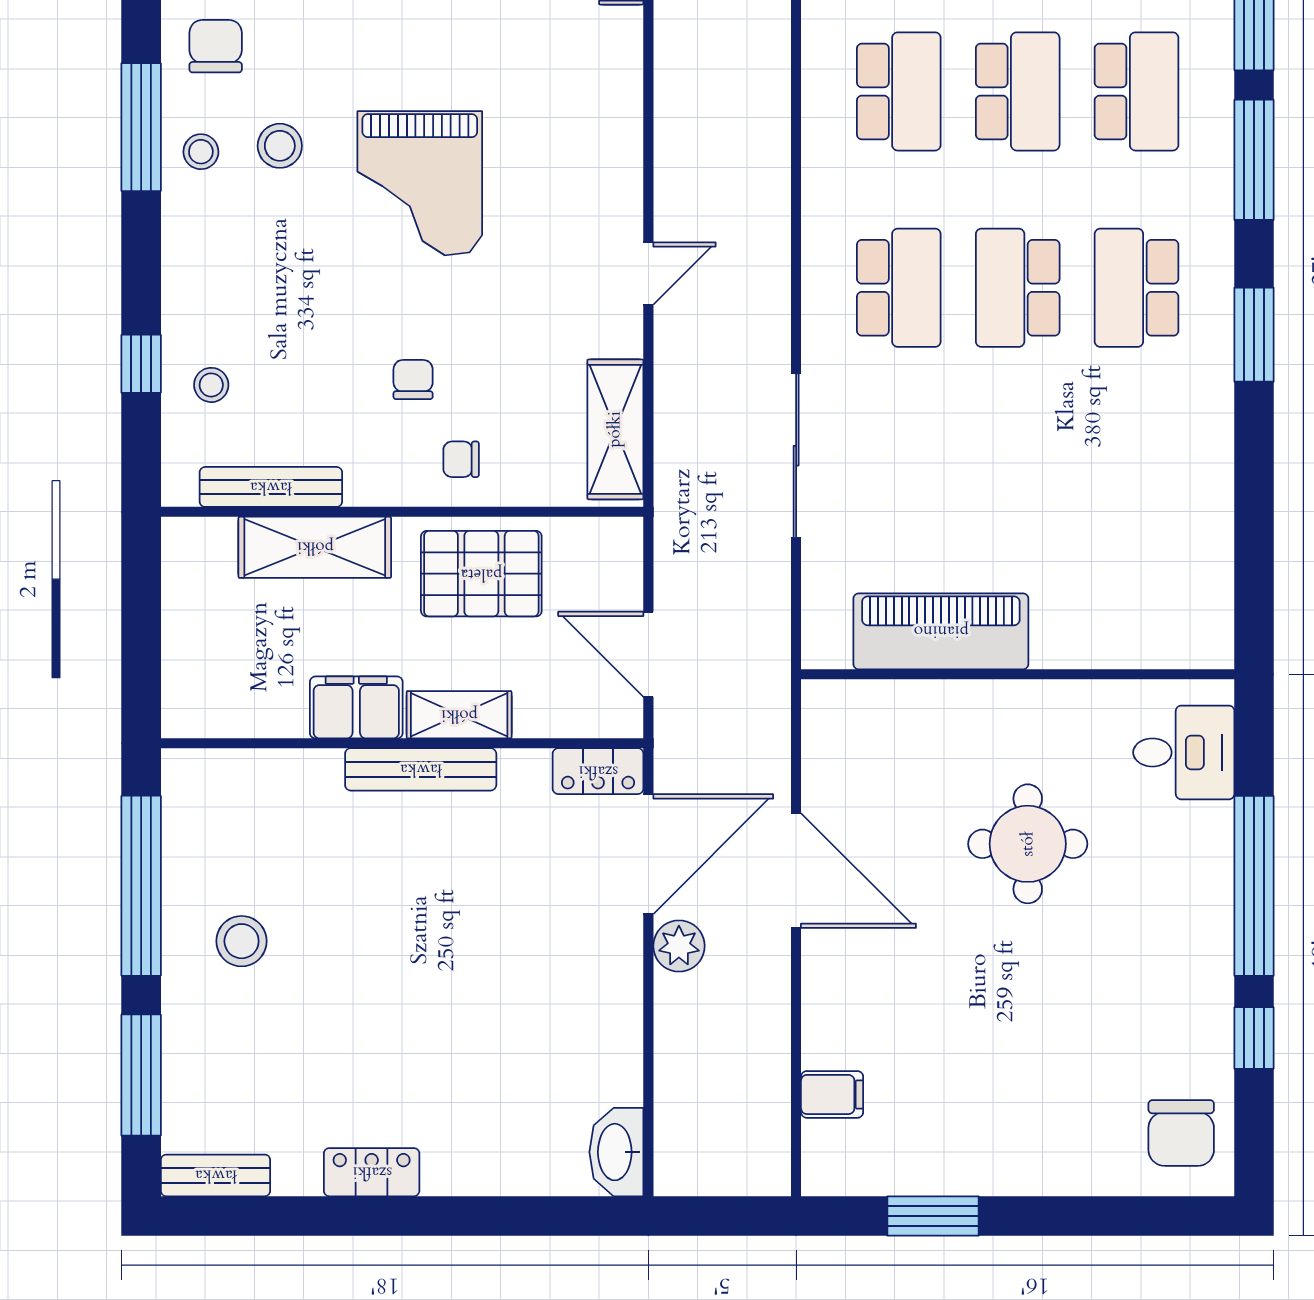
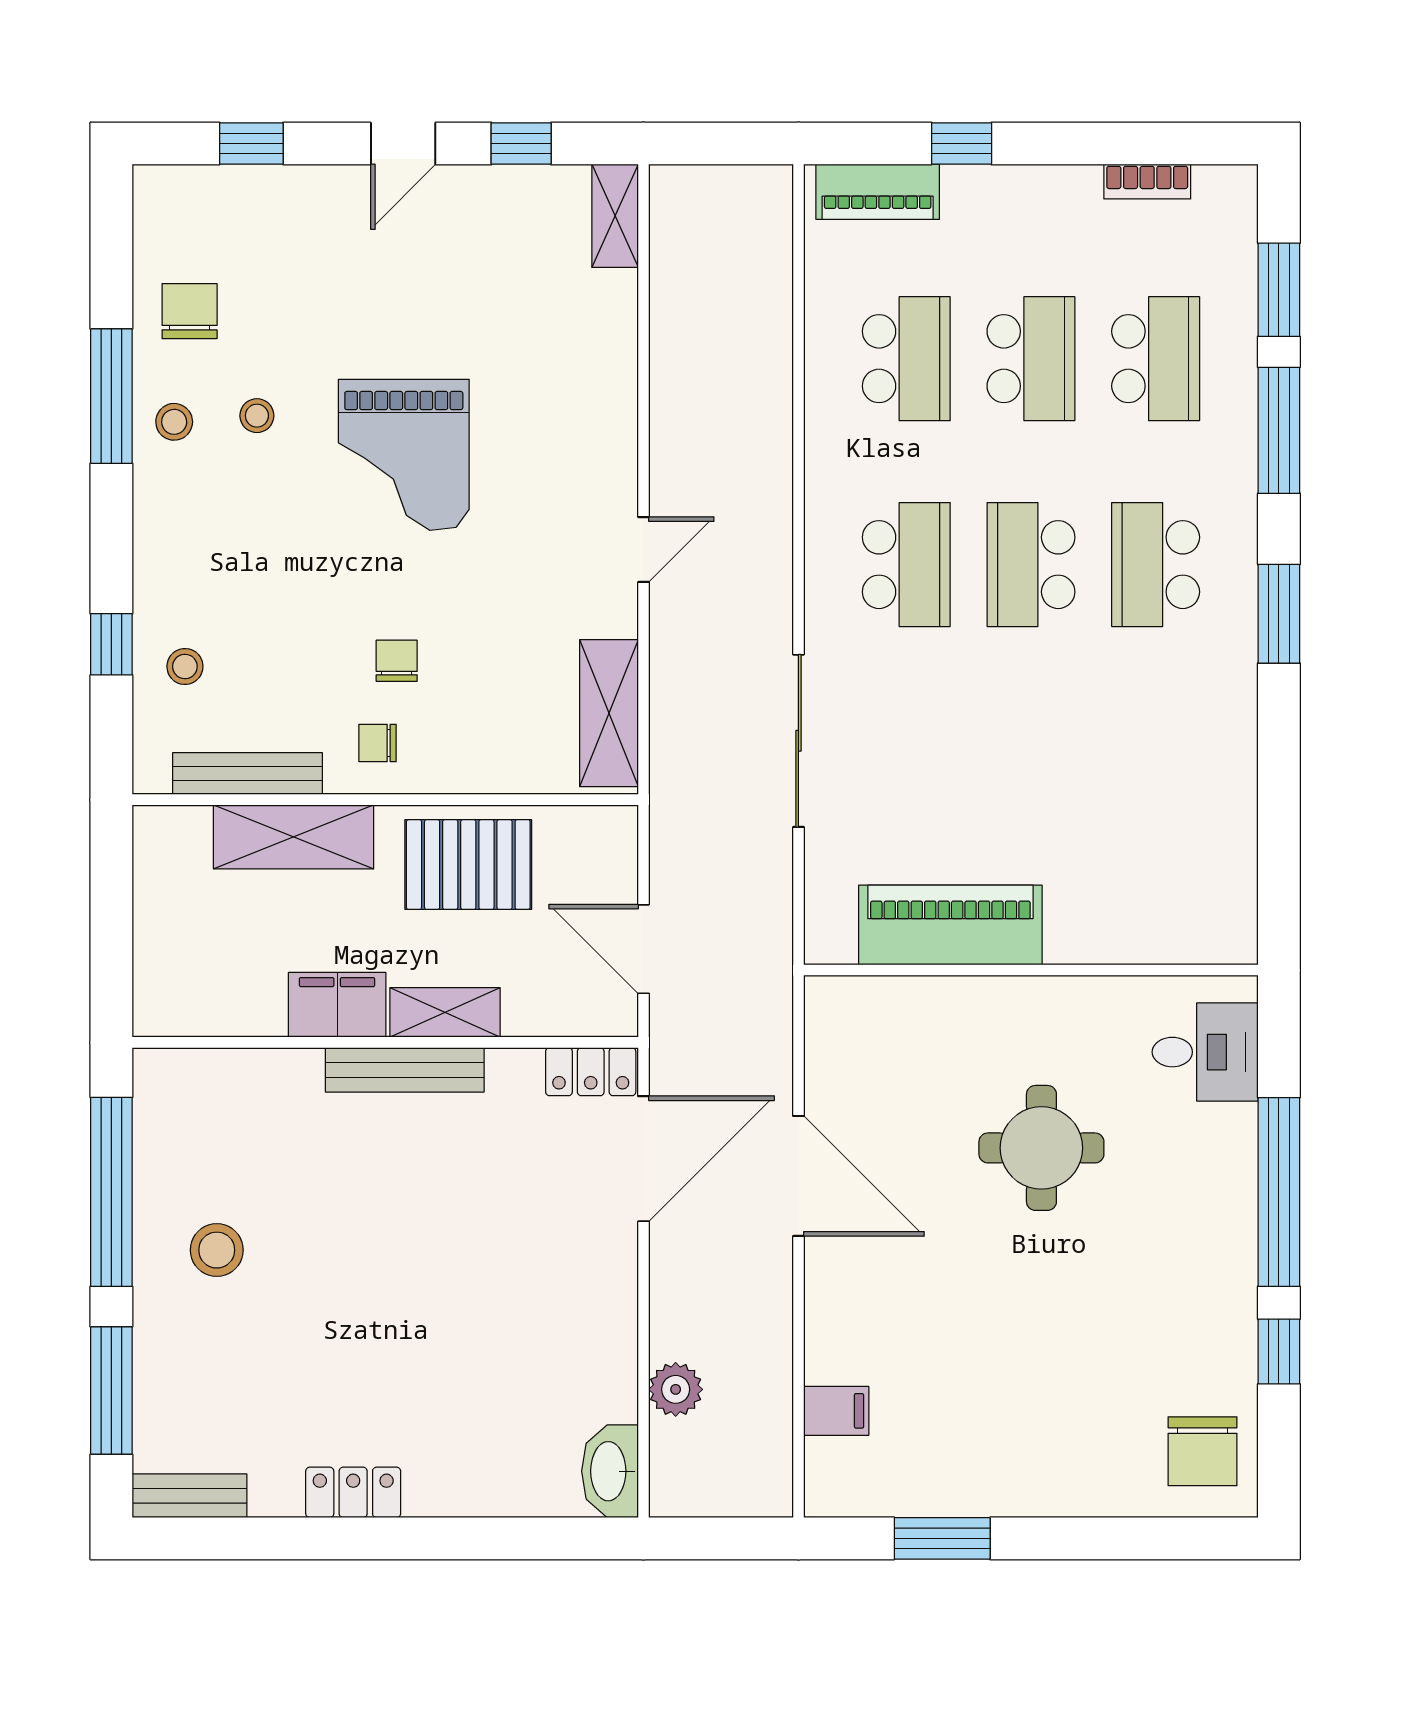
stool: (280, 146) -> (257, 416), width x0.73, depth x0.73
chair: (461, 459) -> (377, 743), moved
plant: (679, 946) -> (676, 1389), moved

